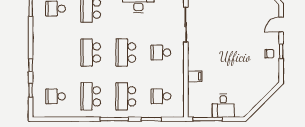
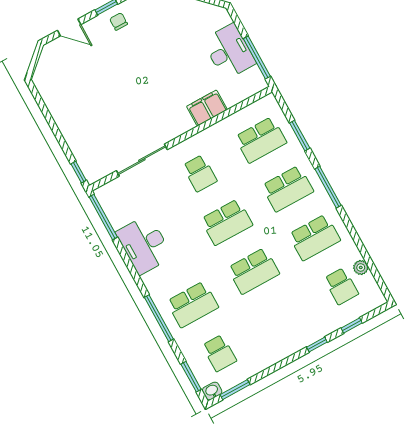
filing cabinet: (195, 76) -> (207, 108), width x2.00
school desk: (161, 96) -> (261, 140), width x1.85
desk: (223, 106) -> (229, 52), width x1.37
plant: (60, 113) -> (361, 267), added

